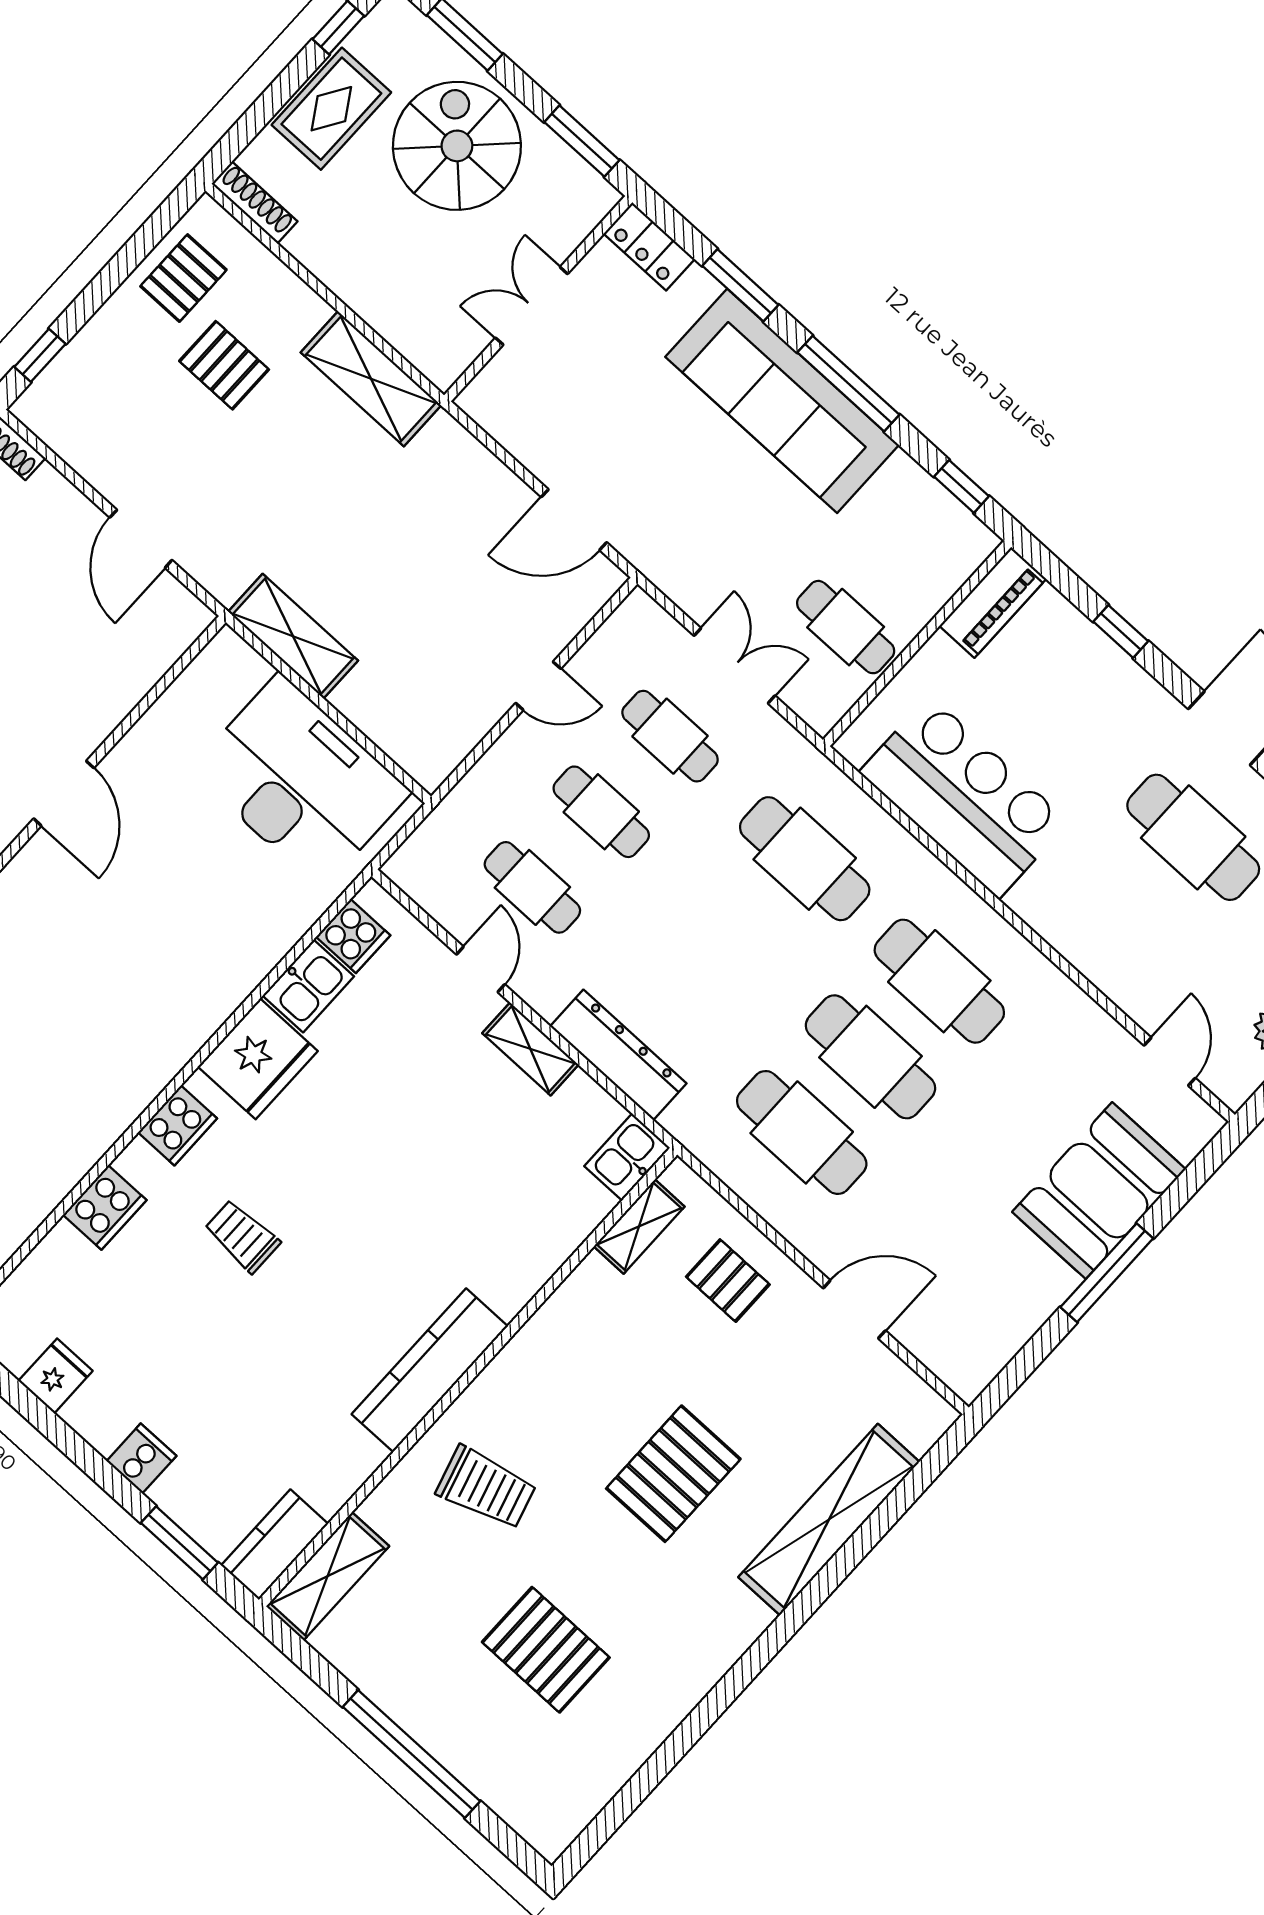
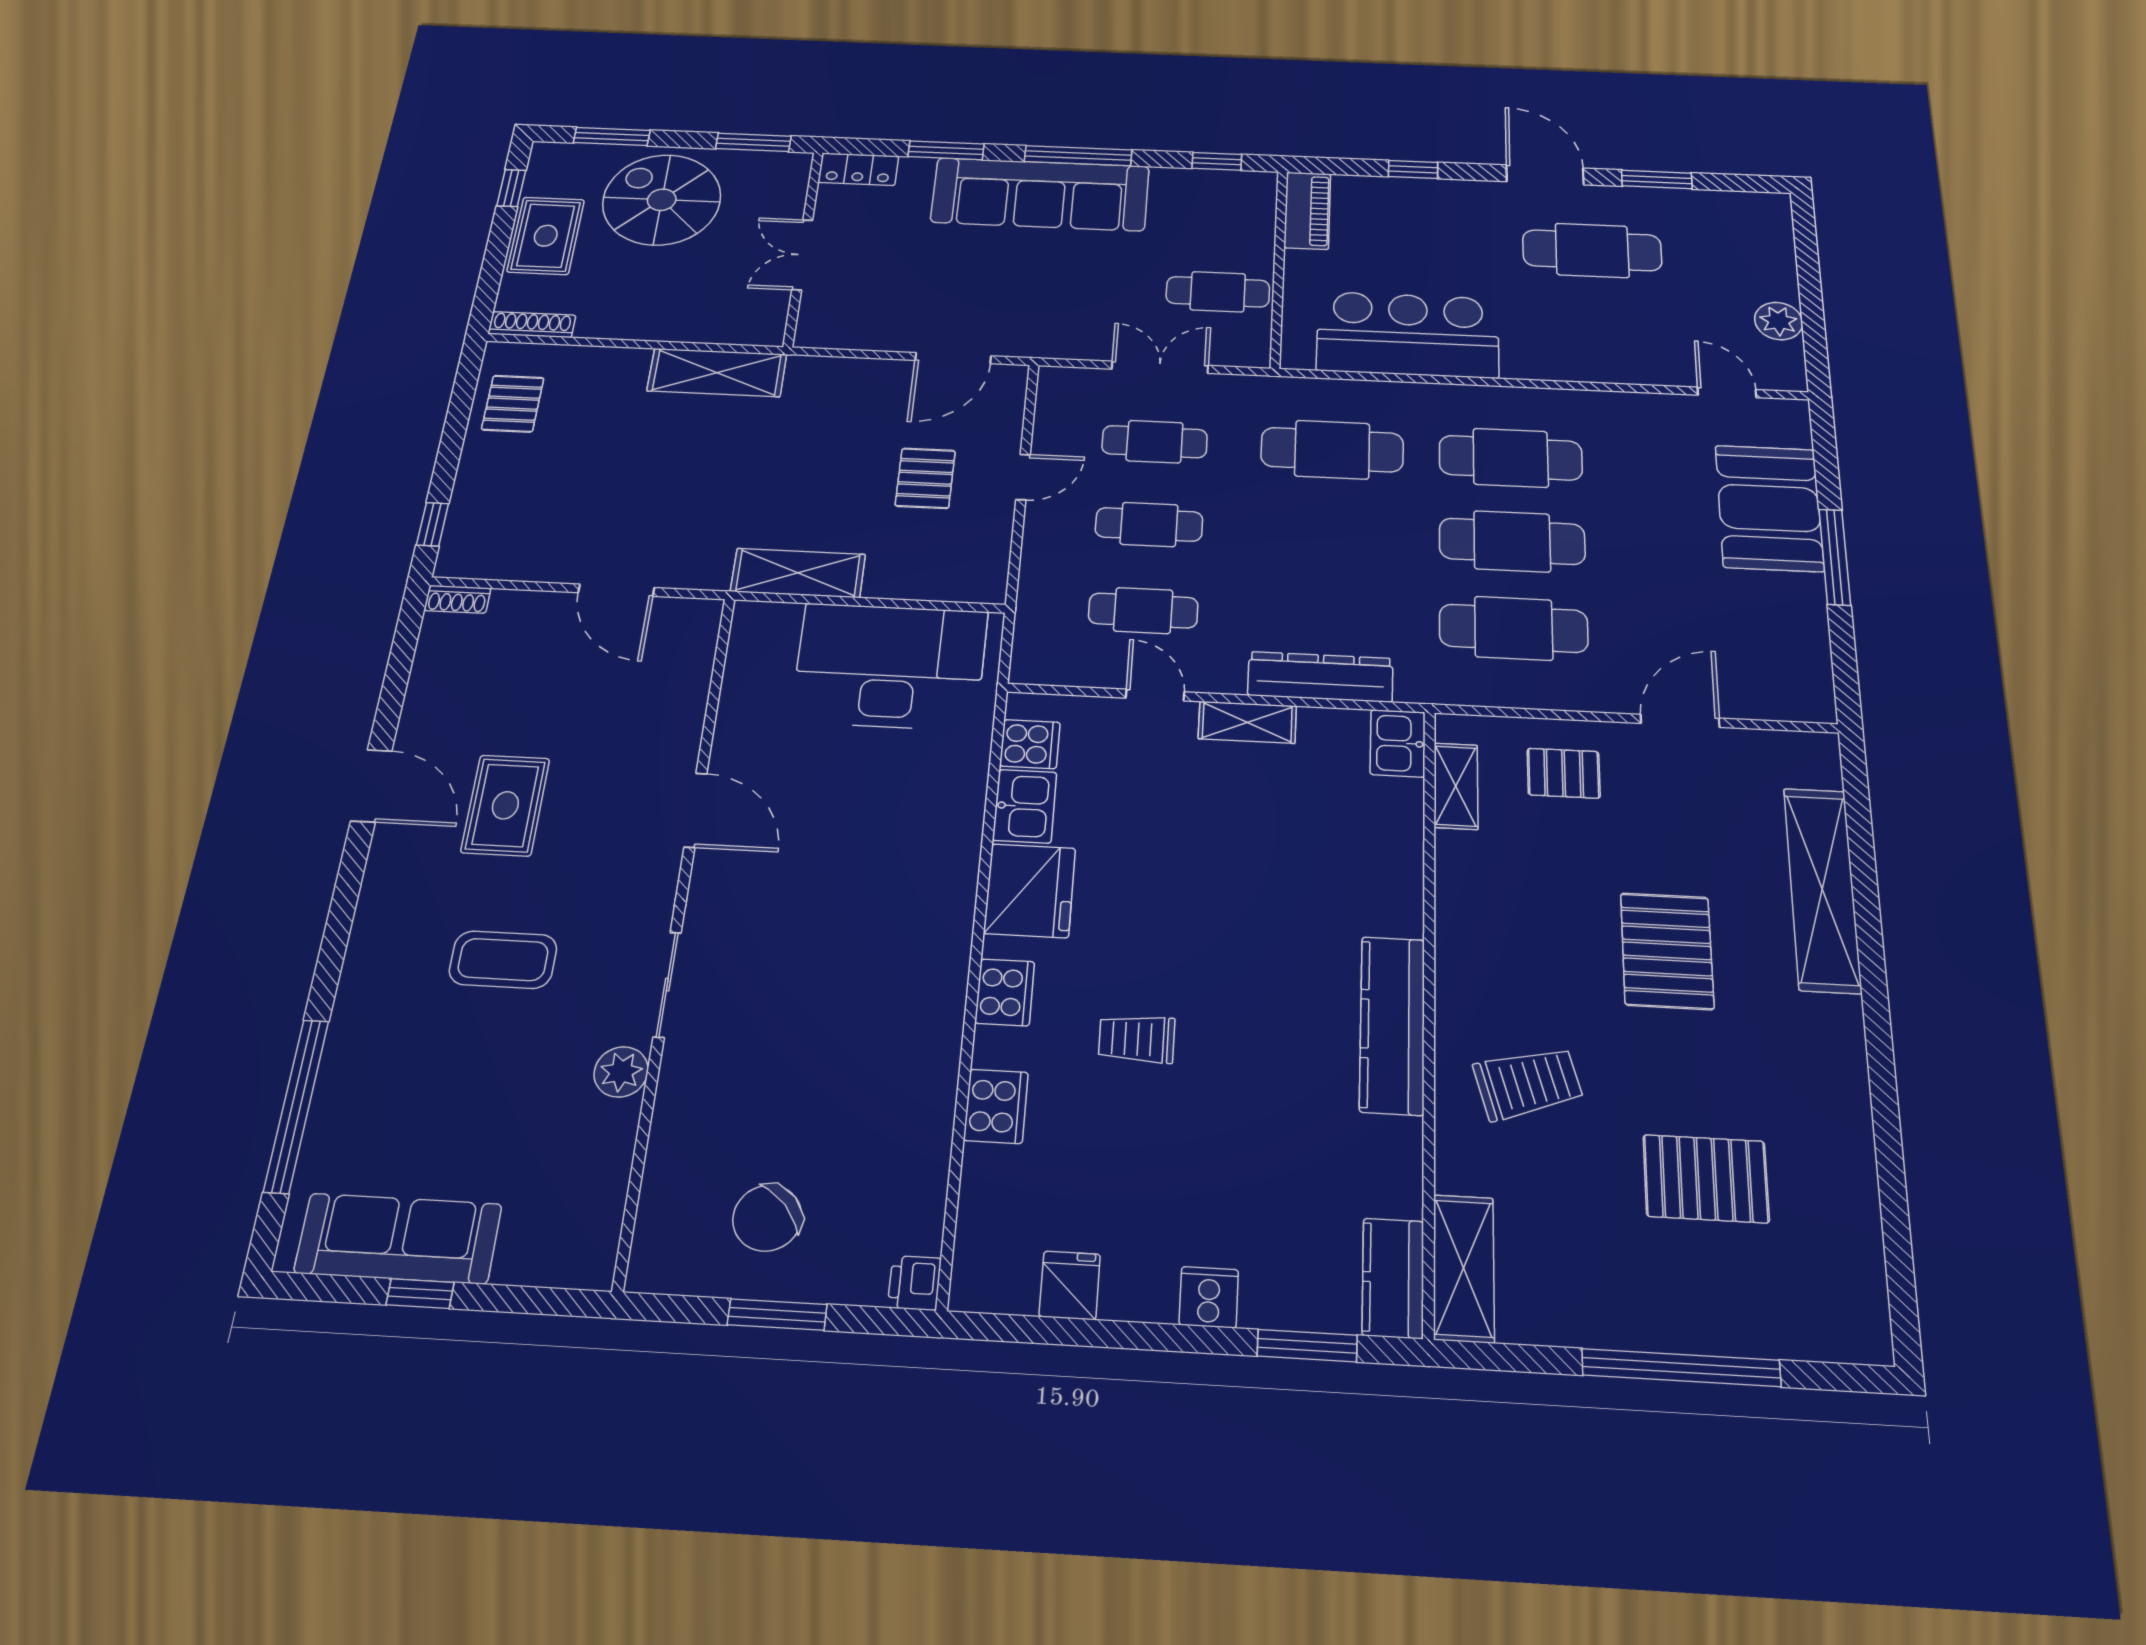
pallet: (224, 365) -> (925, 478), moved, turned 90

